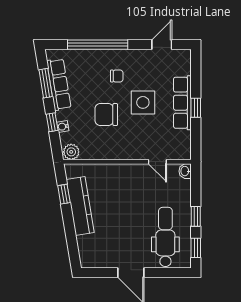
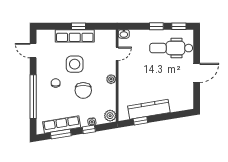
plant: (122, 153) -> (111, 79), added

